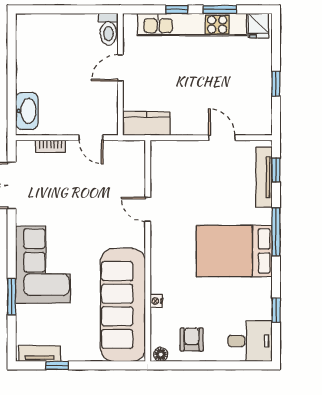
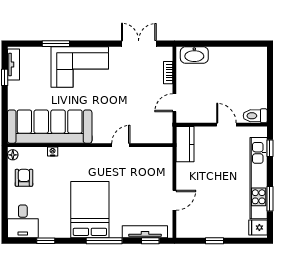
window: (177, 9) -> (270, 148), moved
armchair: (192, 339) -> (24, 178), turned -90

